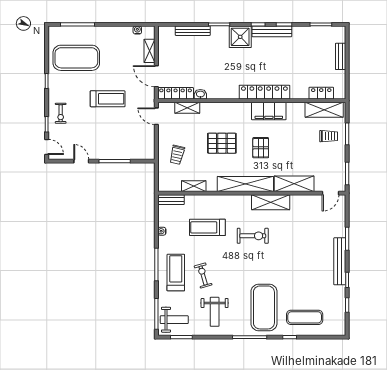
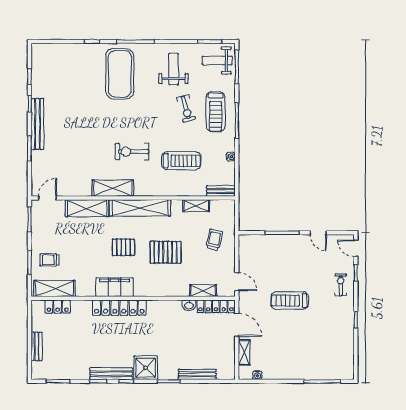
exercise mat: (76, 58) -> (324, 345), removed
pallet: (261, 148) -> (123, 247), turned 90
exercise mat: (305, 317) -> (76, 63), removed

